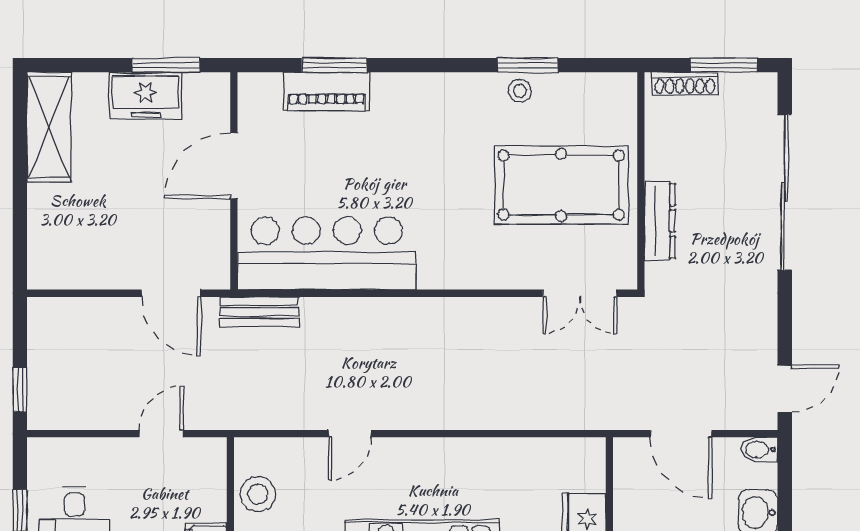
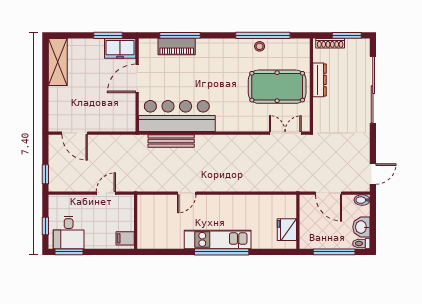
window: (334, 65) -> (180, 35), width x1.44
window: (528, 65) -> (263, 35), width x2.11
freezer: (145, 96) -> (120, 48), moved
dresser: (660, 221) -> (319, 80), moved
door: (171, 293) -> (75, 133), moved
double door: (580, 293) -> (285, 133), swing flipped
bench: (259, 312) -> (171, 141), moved, width x1.36
stool: (258, 494) -> (147, 219), removed

